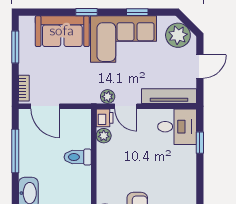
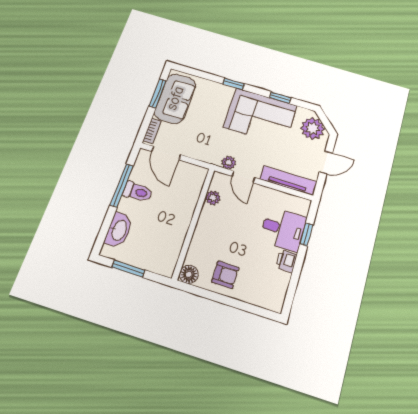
sofa: (62, 31) -> (175, 98), moved, turned -90
printer: (105, 118) -> (286, 261), moved, turned 180
desk: (177, 127) -> (283, 229), moved
toilet: (78, 157) -> (138, 192), moved, turned 180

